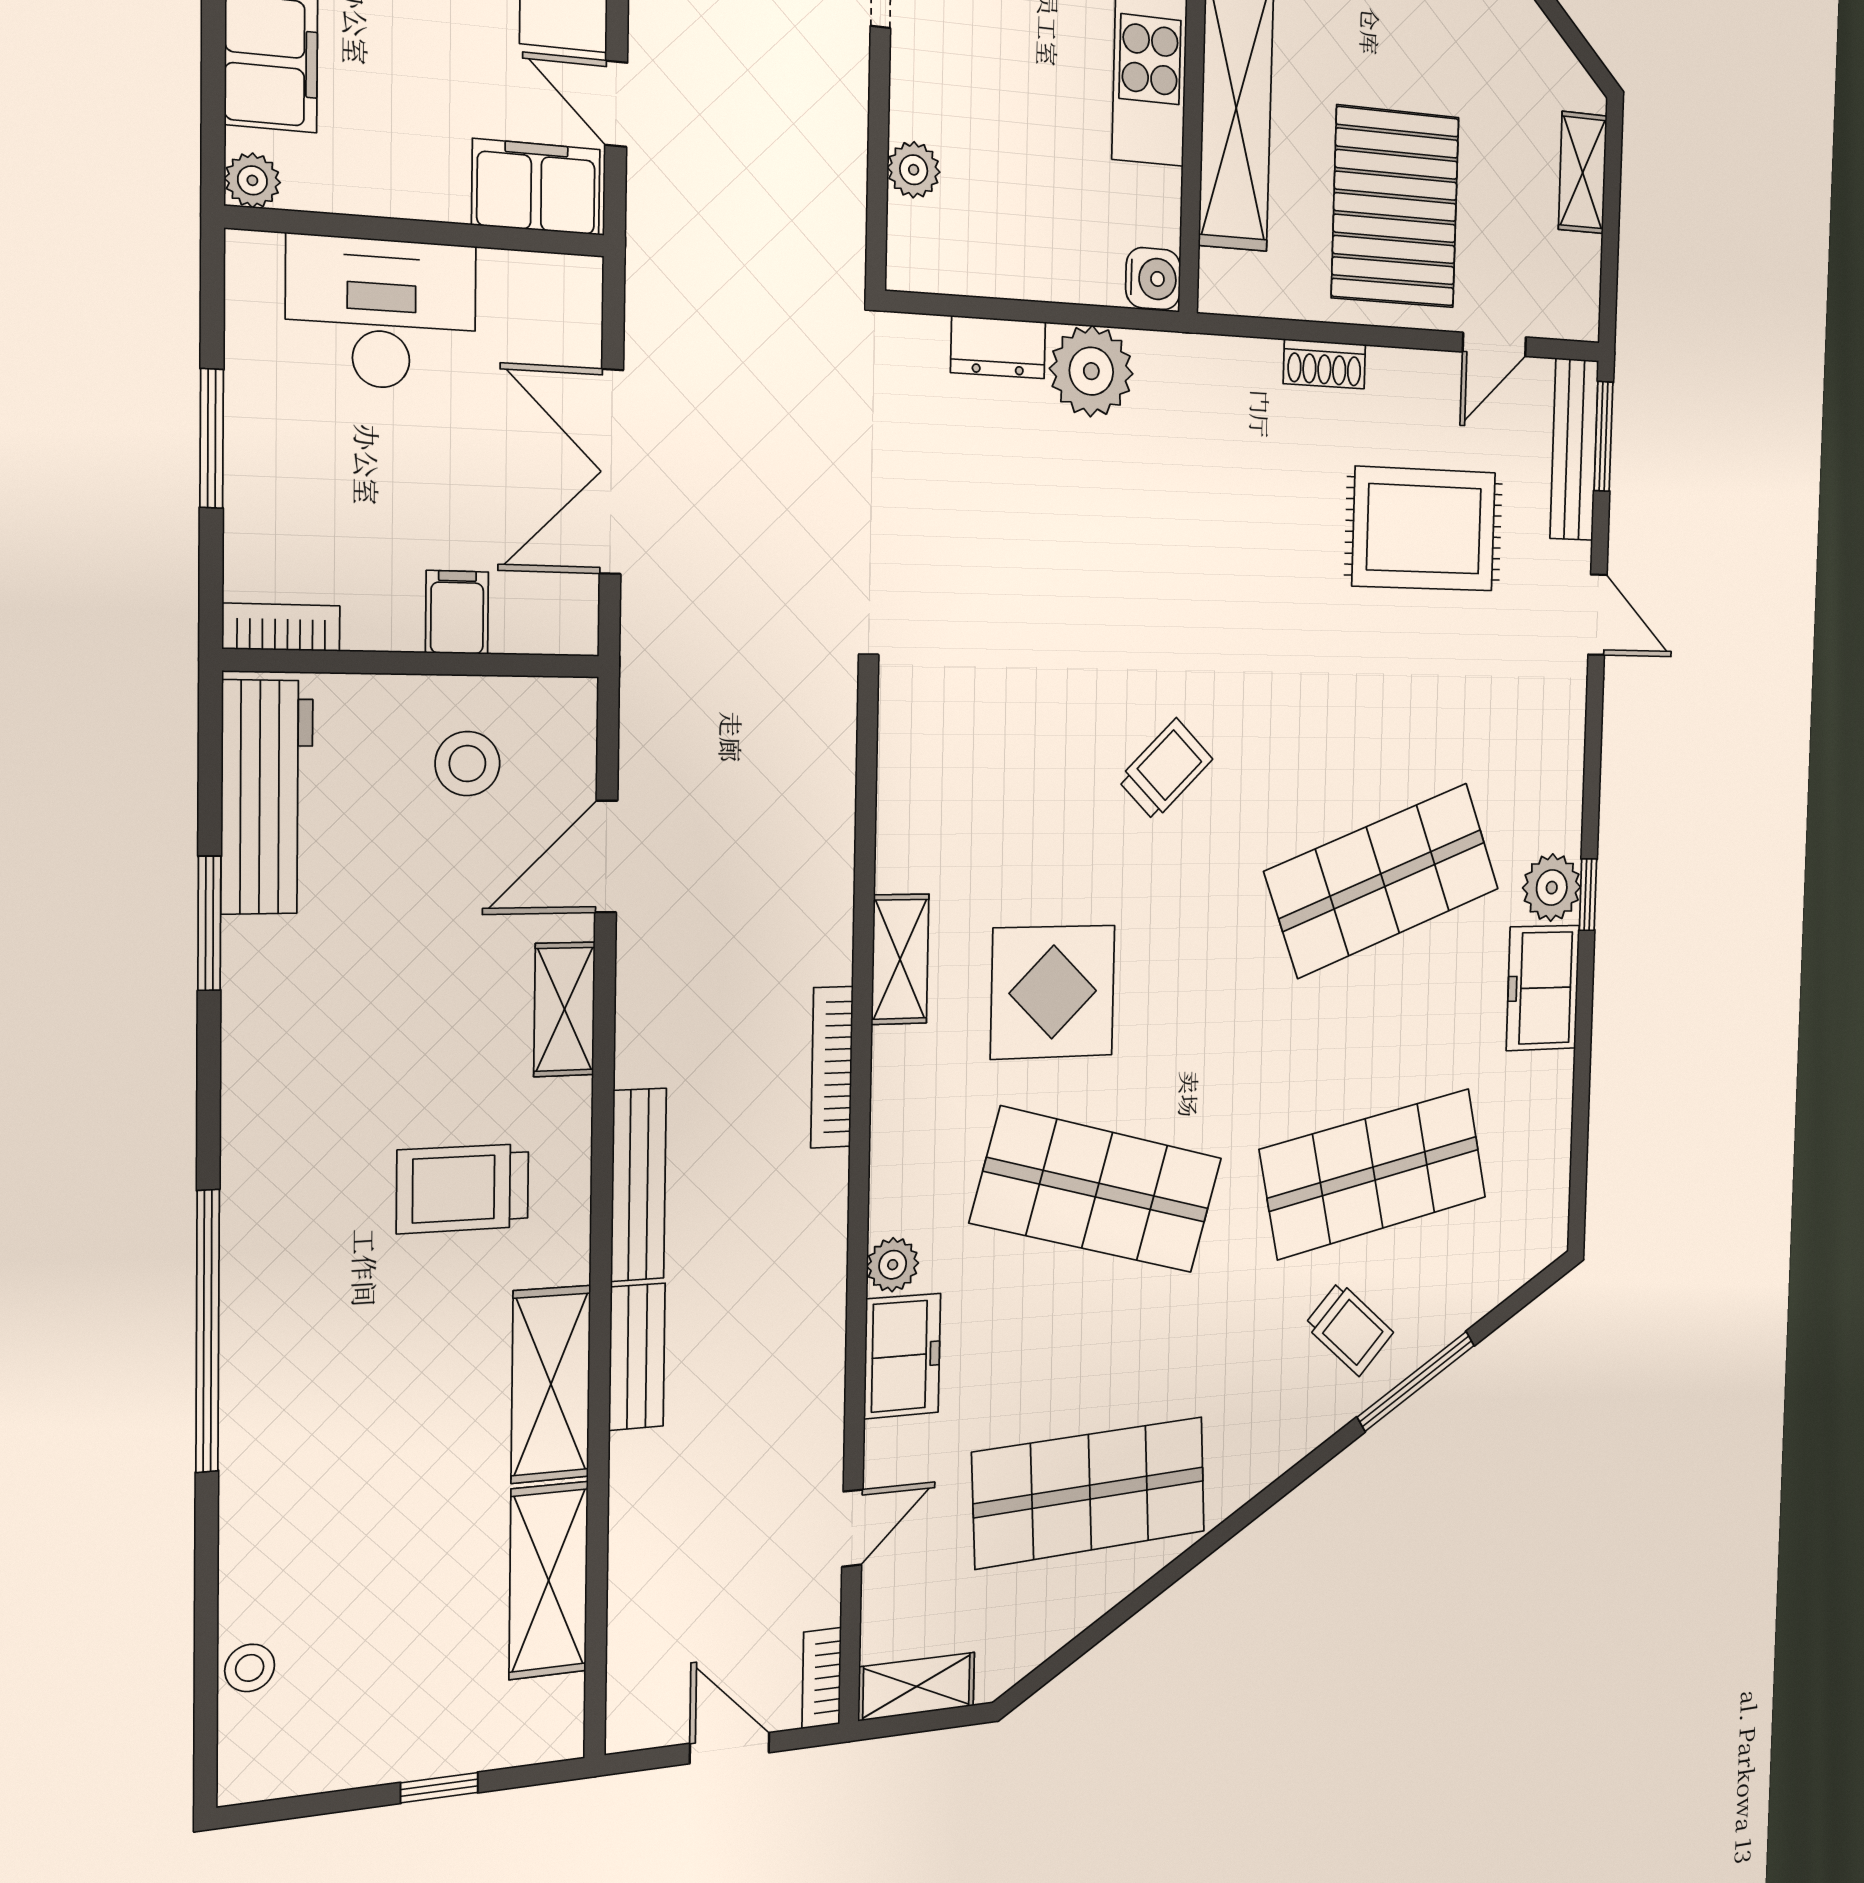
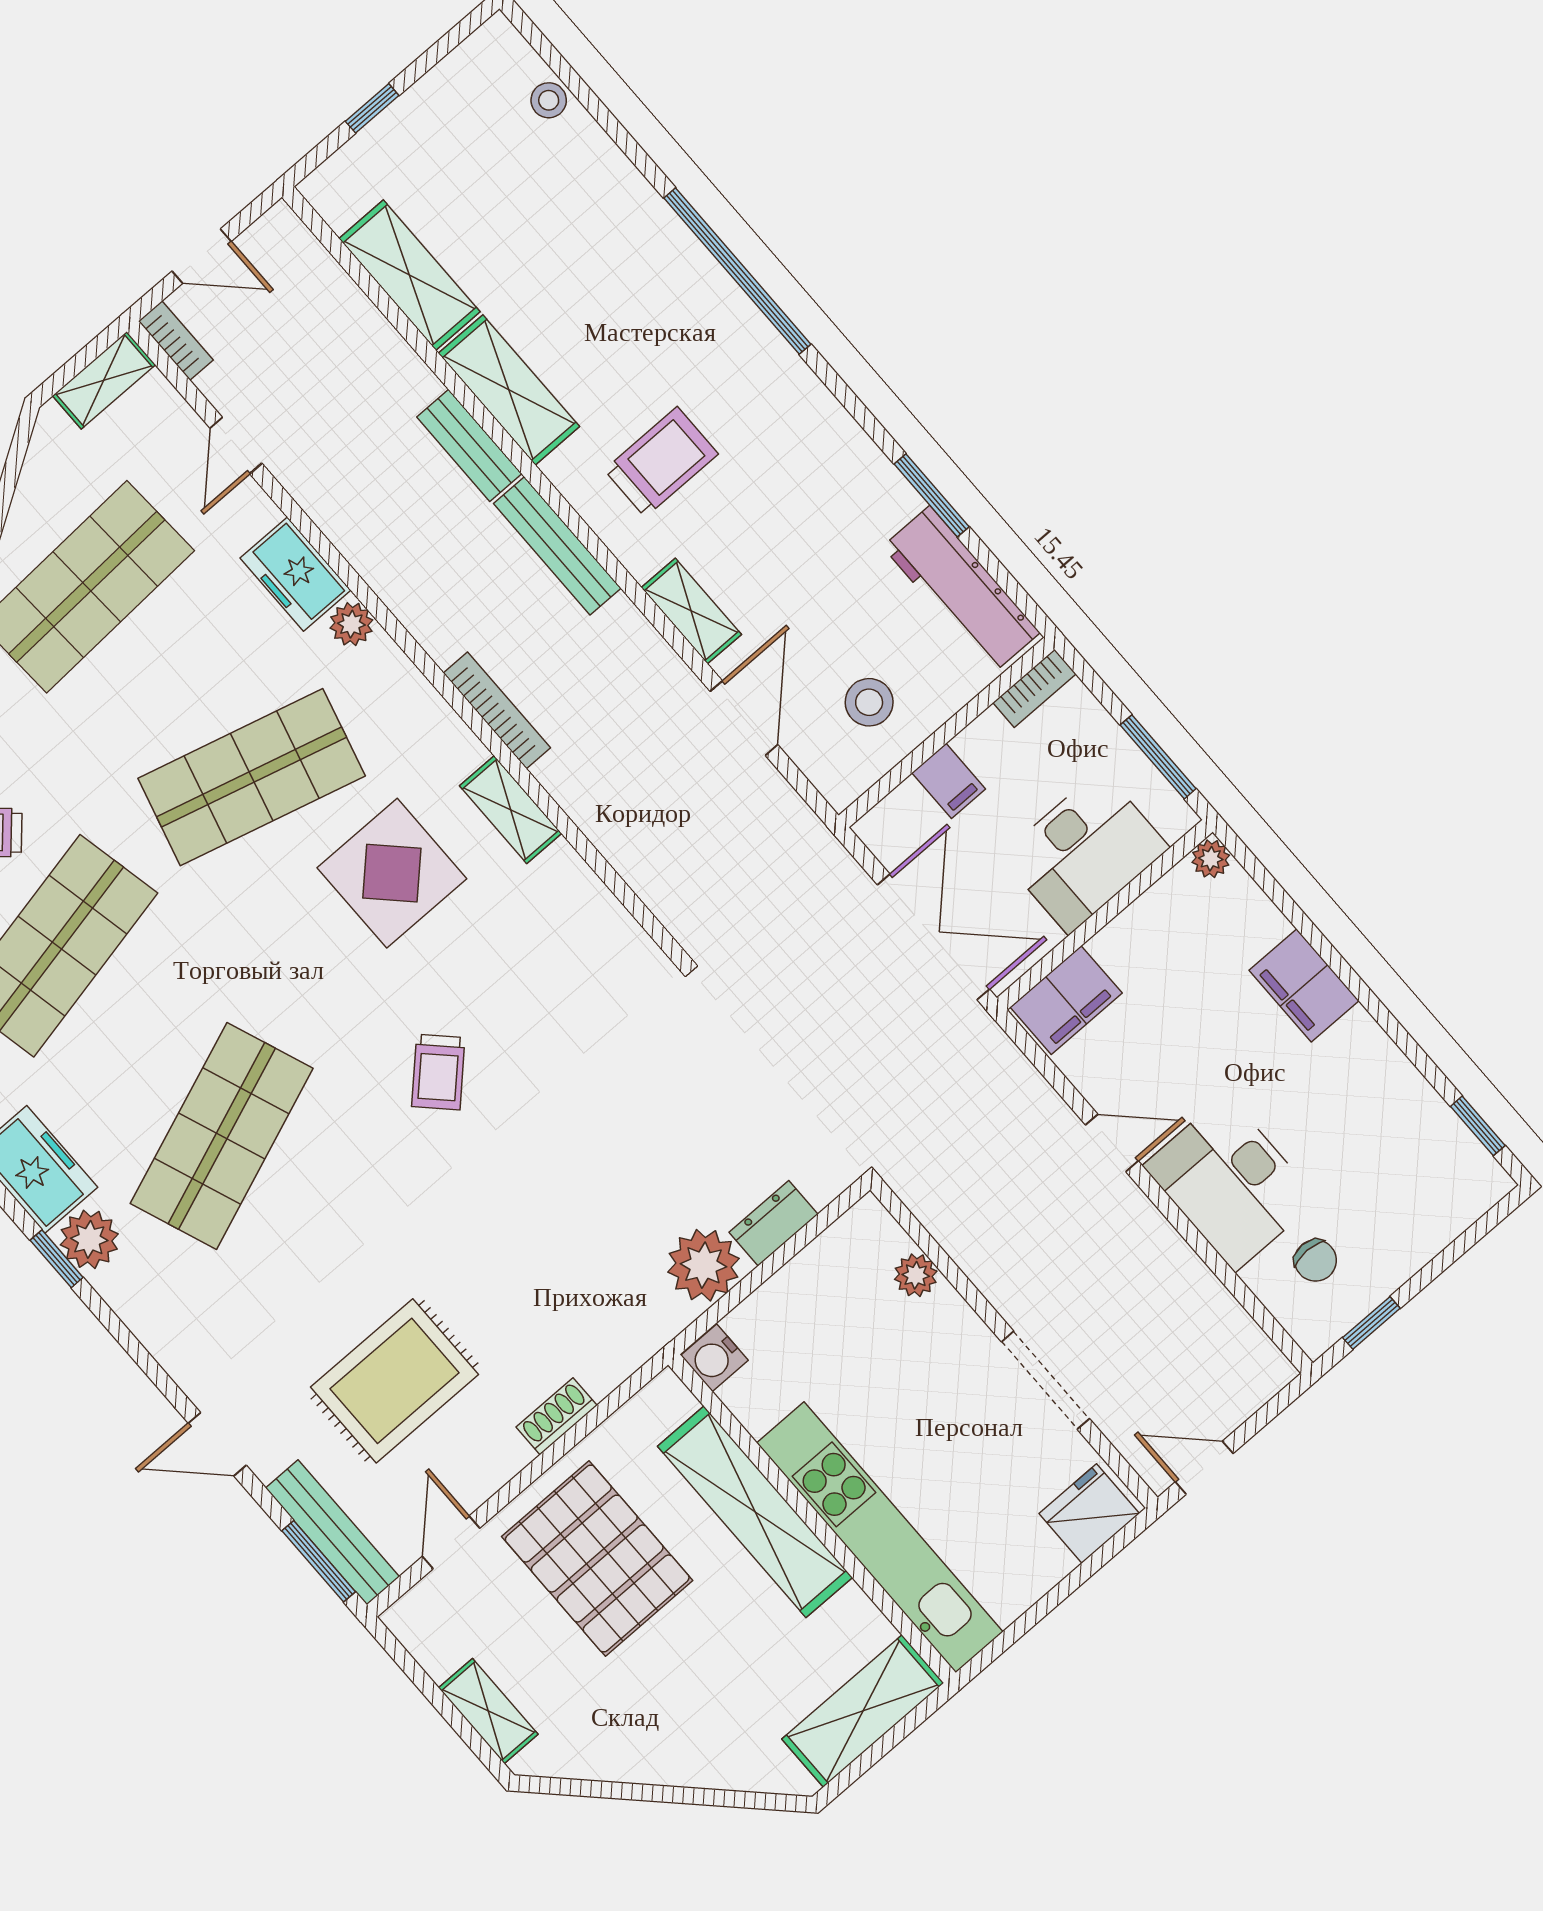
plant: (252, 180) -> (1211, 859), moved
filing cabinet: (536, 187) -> (1066, 1000), moved
wall: (419, 232) -> (1105, 915), moved
desk: (381, 313) -> (1085, 852), moved

